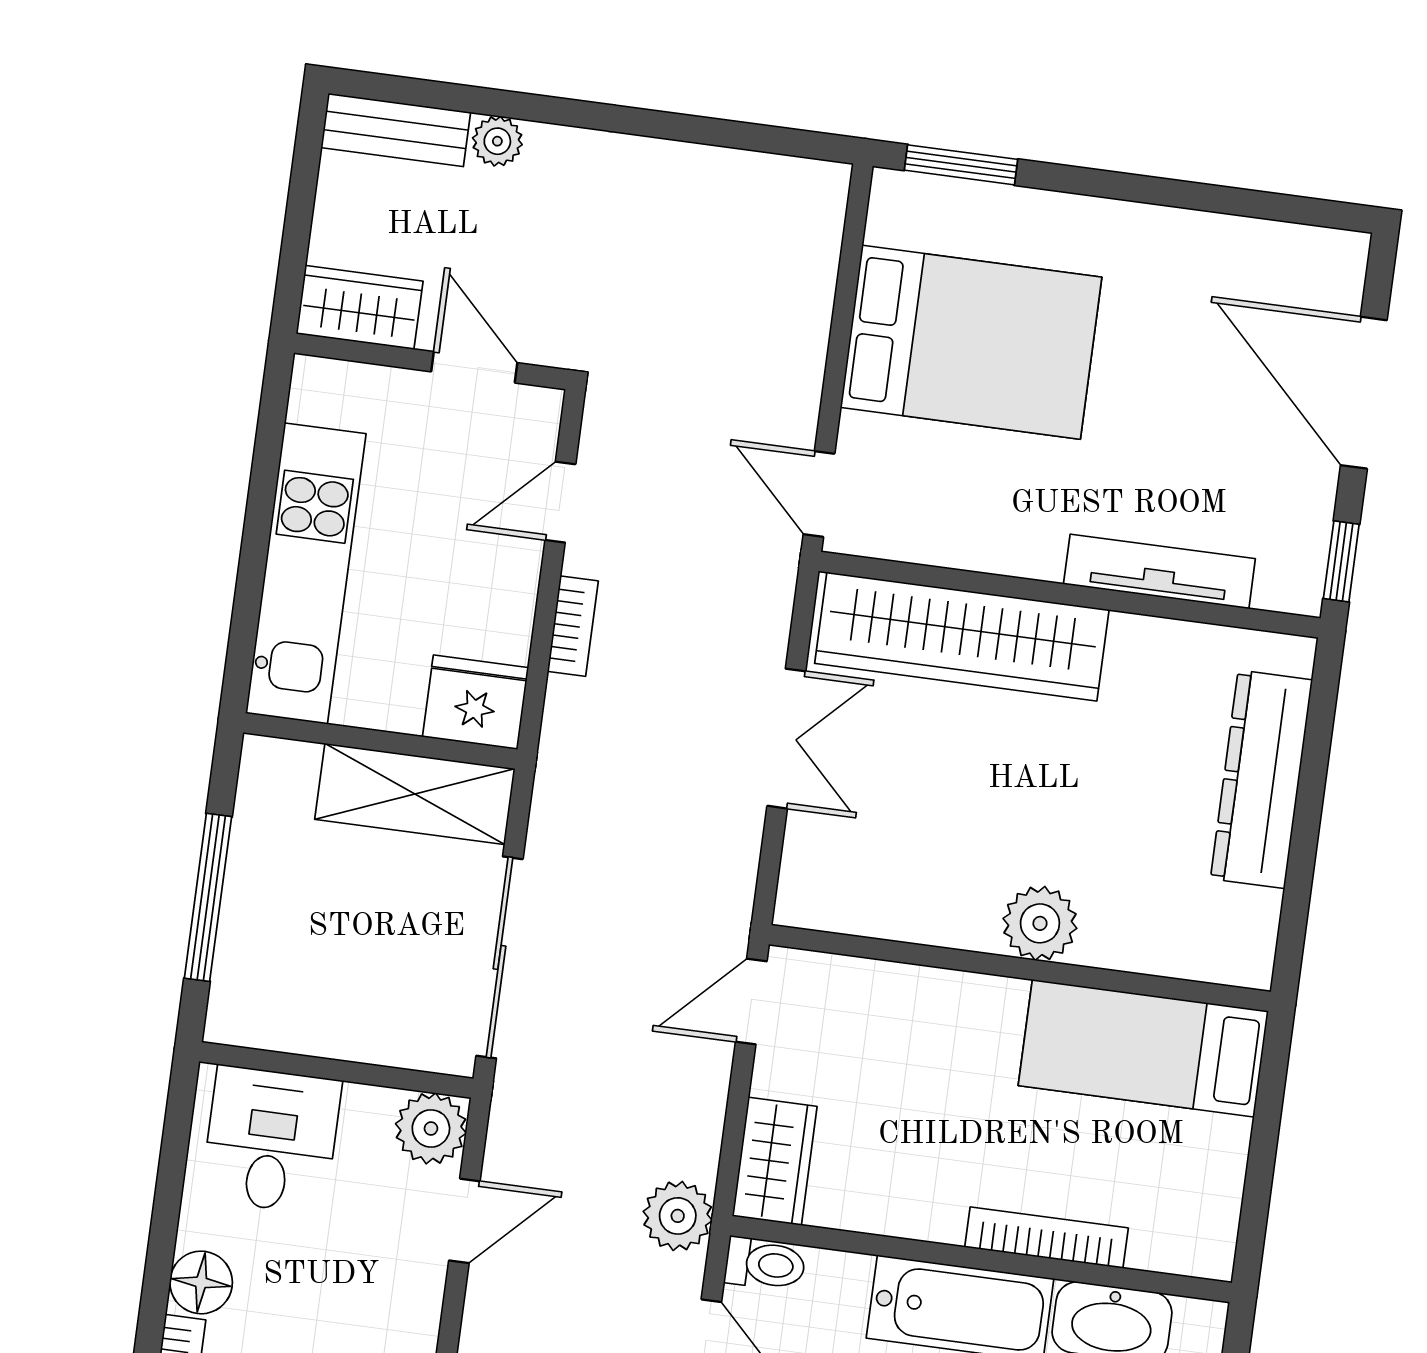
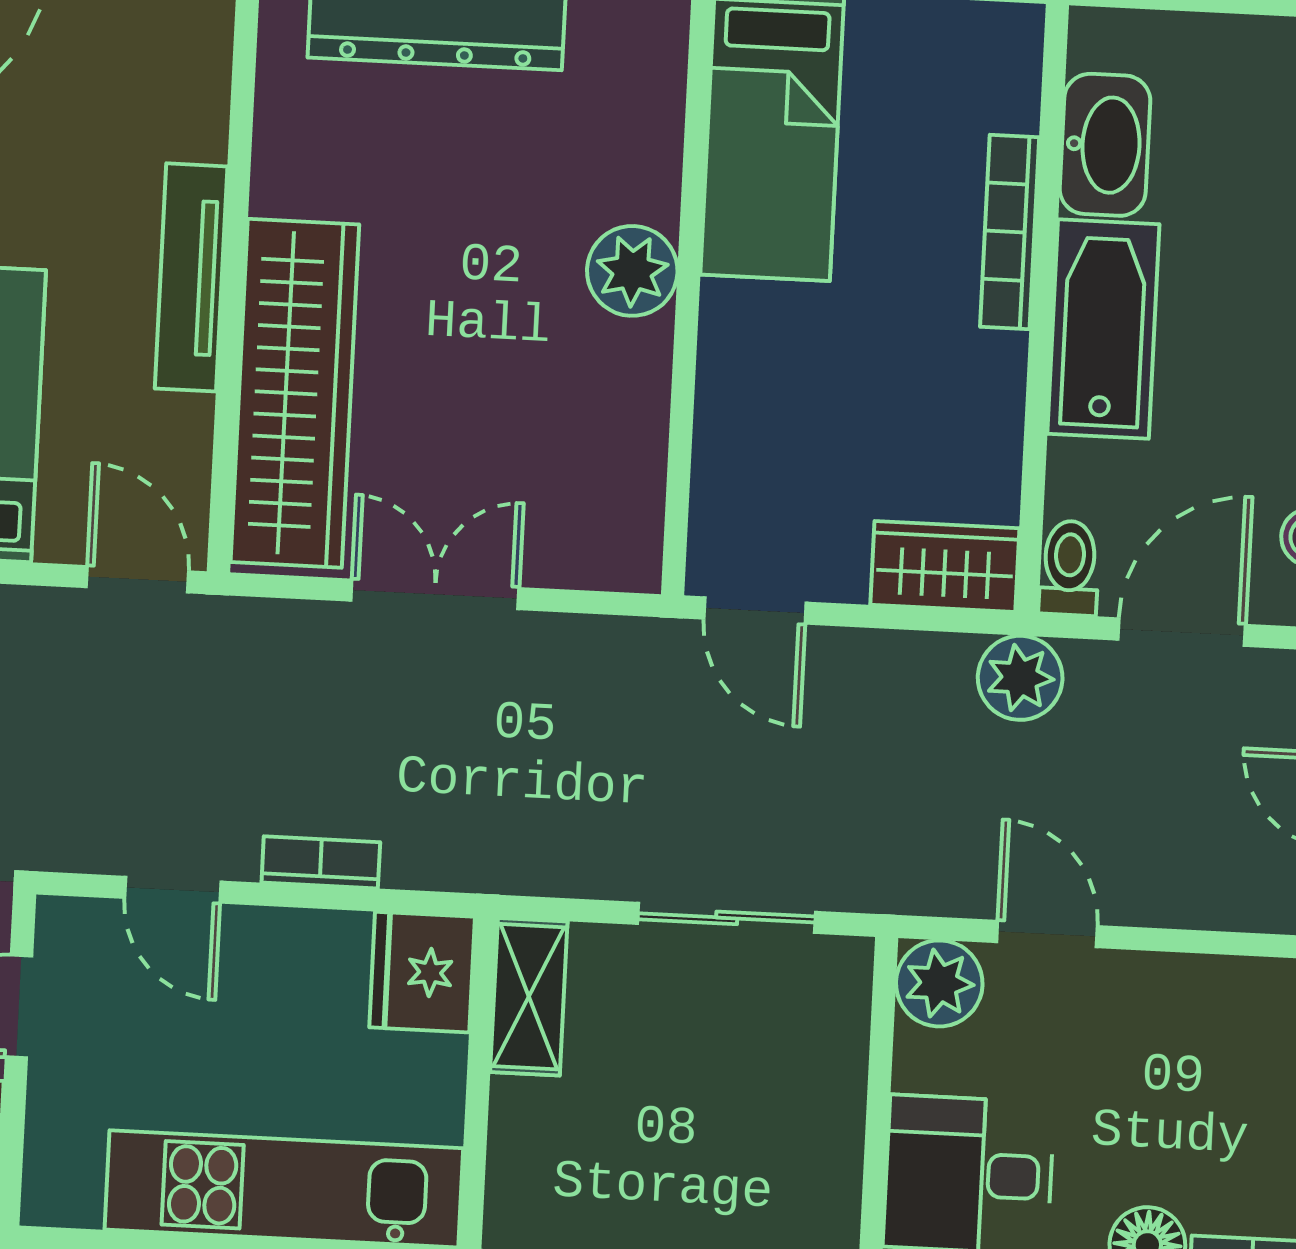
door: (819, 494) -> (137, 579), swing flipped
tv unit: (1159, 571) -> (191, 277), moved
shelving: (415, 794) -> (529, 997), width x0.67, depth x0.75
sliding door: (500, 957) -> (727, 918), width x0.73

